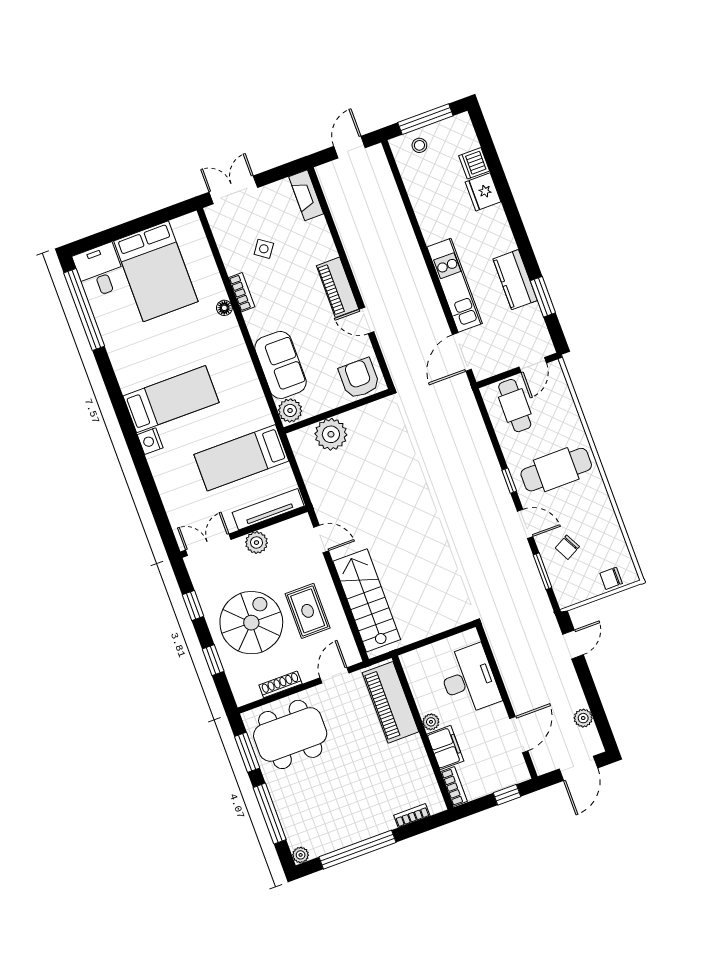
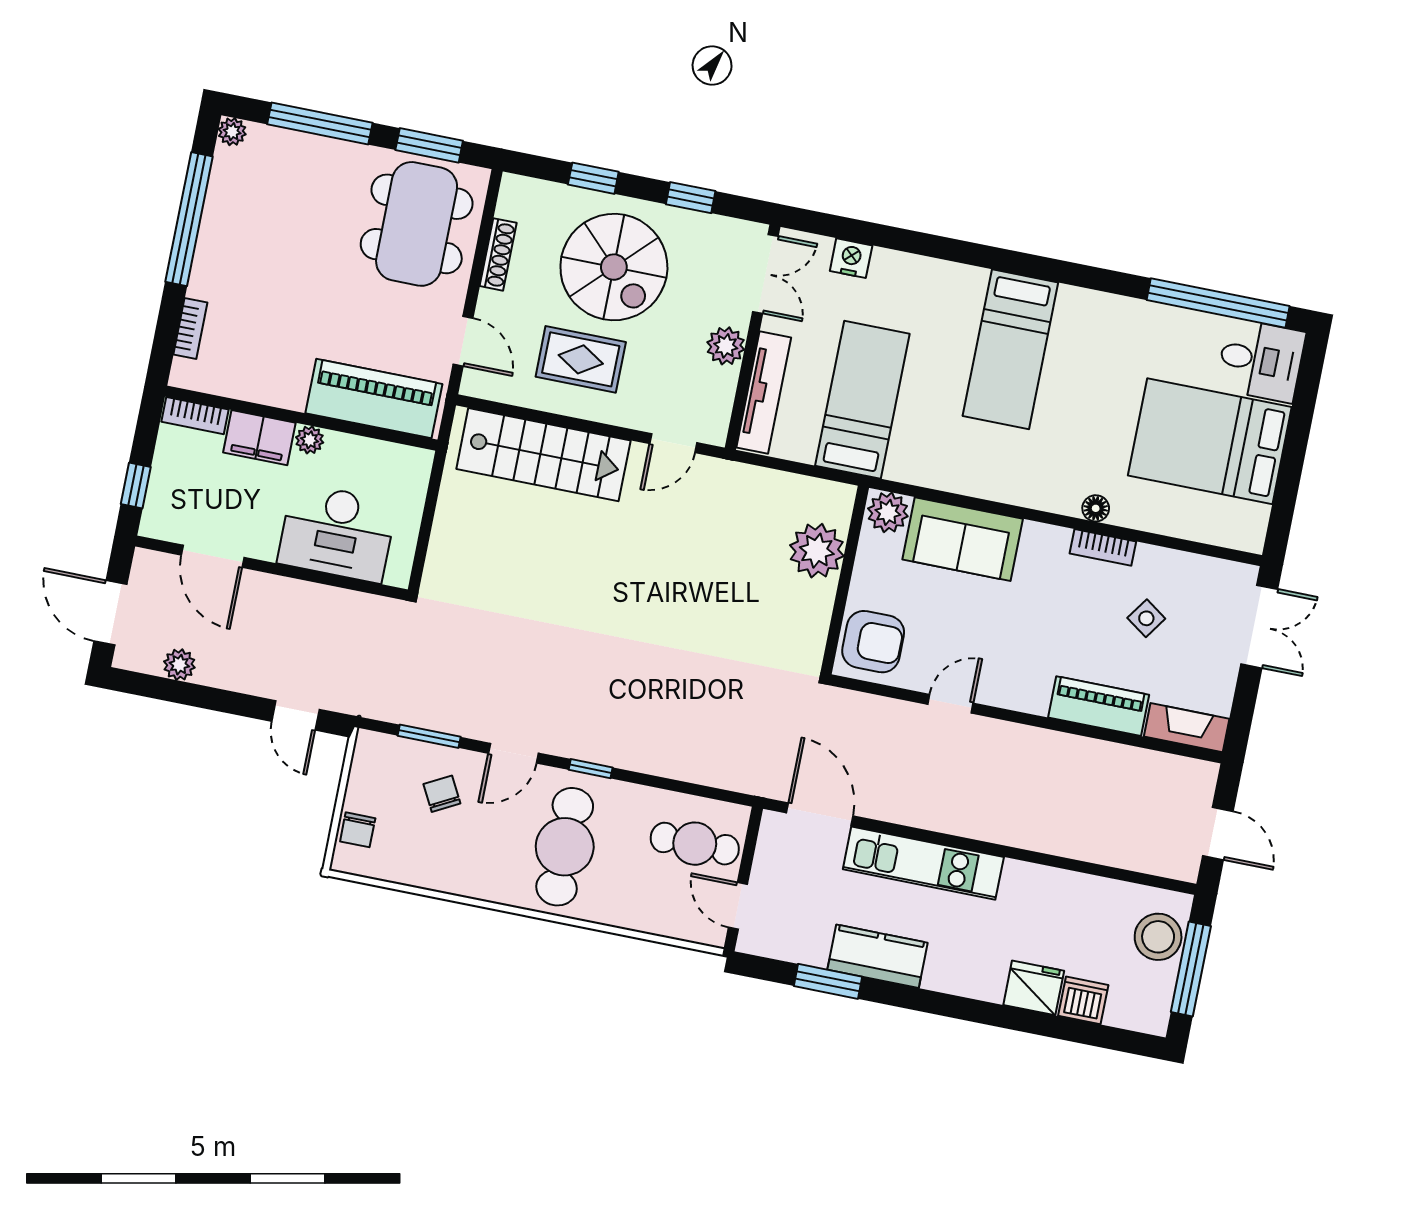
stool: (419, 145) -> (1158, 937), width x1.89, depth x1.89
piano: (338, 287) -> (1099, 706), moved
nightstand: (150, 441) -> (851, 258), moved
chair: (611, 578) -> (358, 830), turned 180

